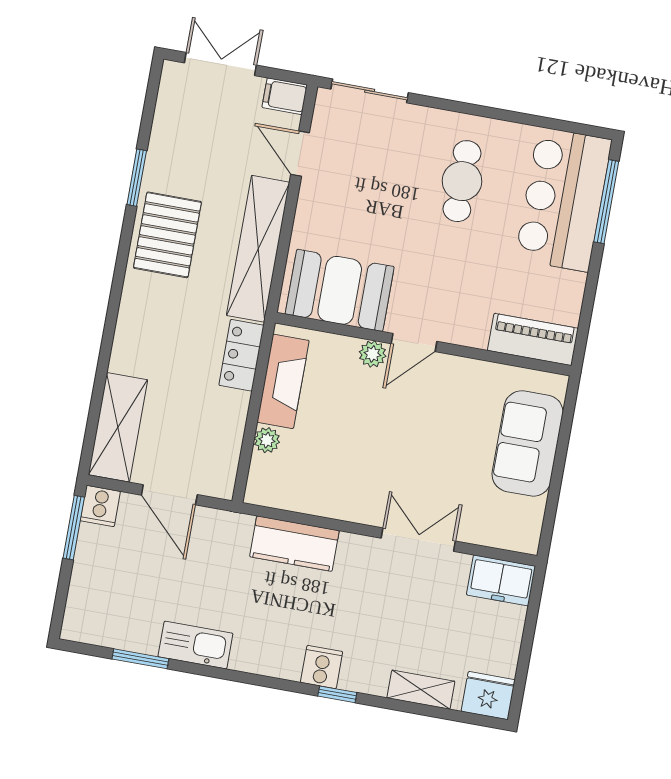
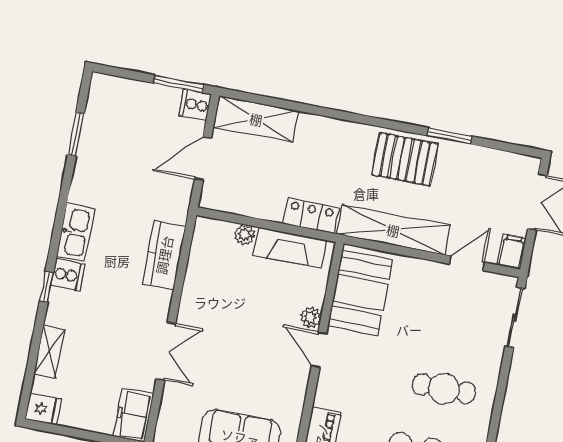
kitchen sink: (195, 645) -> (75, 232), moved
fridge: (488, 696) -> (43, 409), width x0.72

